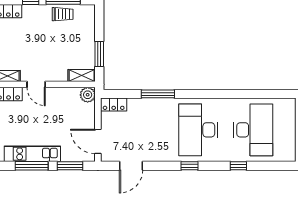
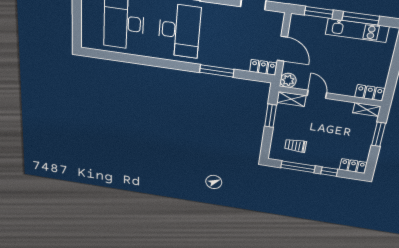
trolley: (63, 14) -> (295, 146), moved
door: (36, 84) -> (317, 94), moved
door: (98, 141) -> (282, 49), moved

